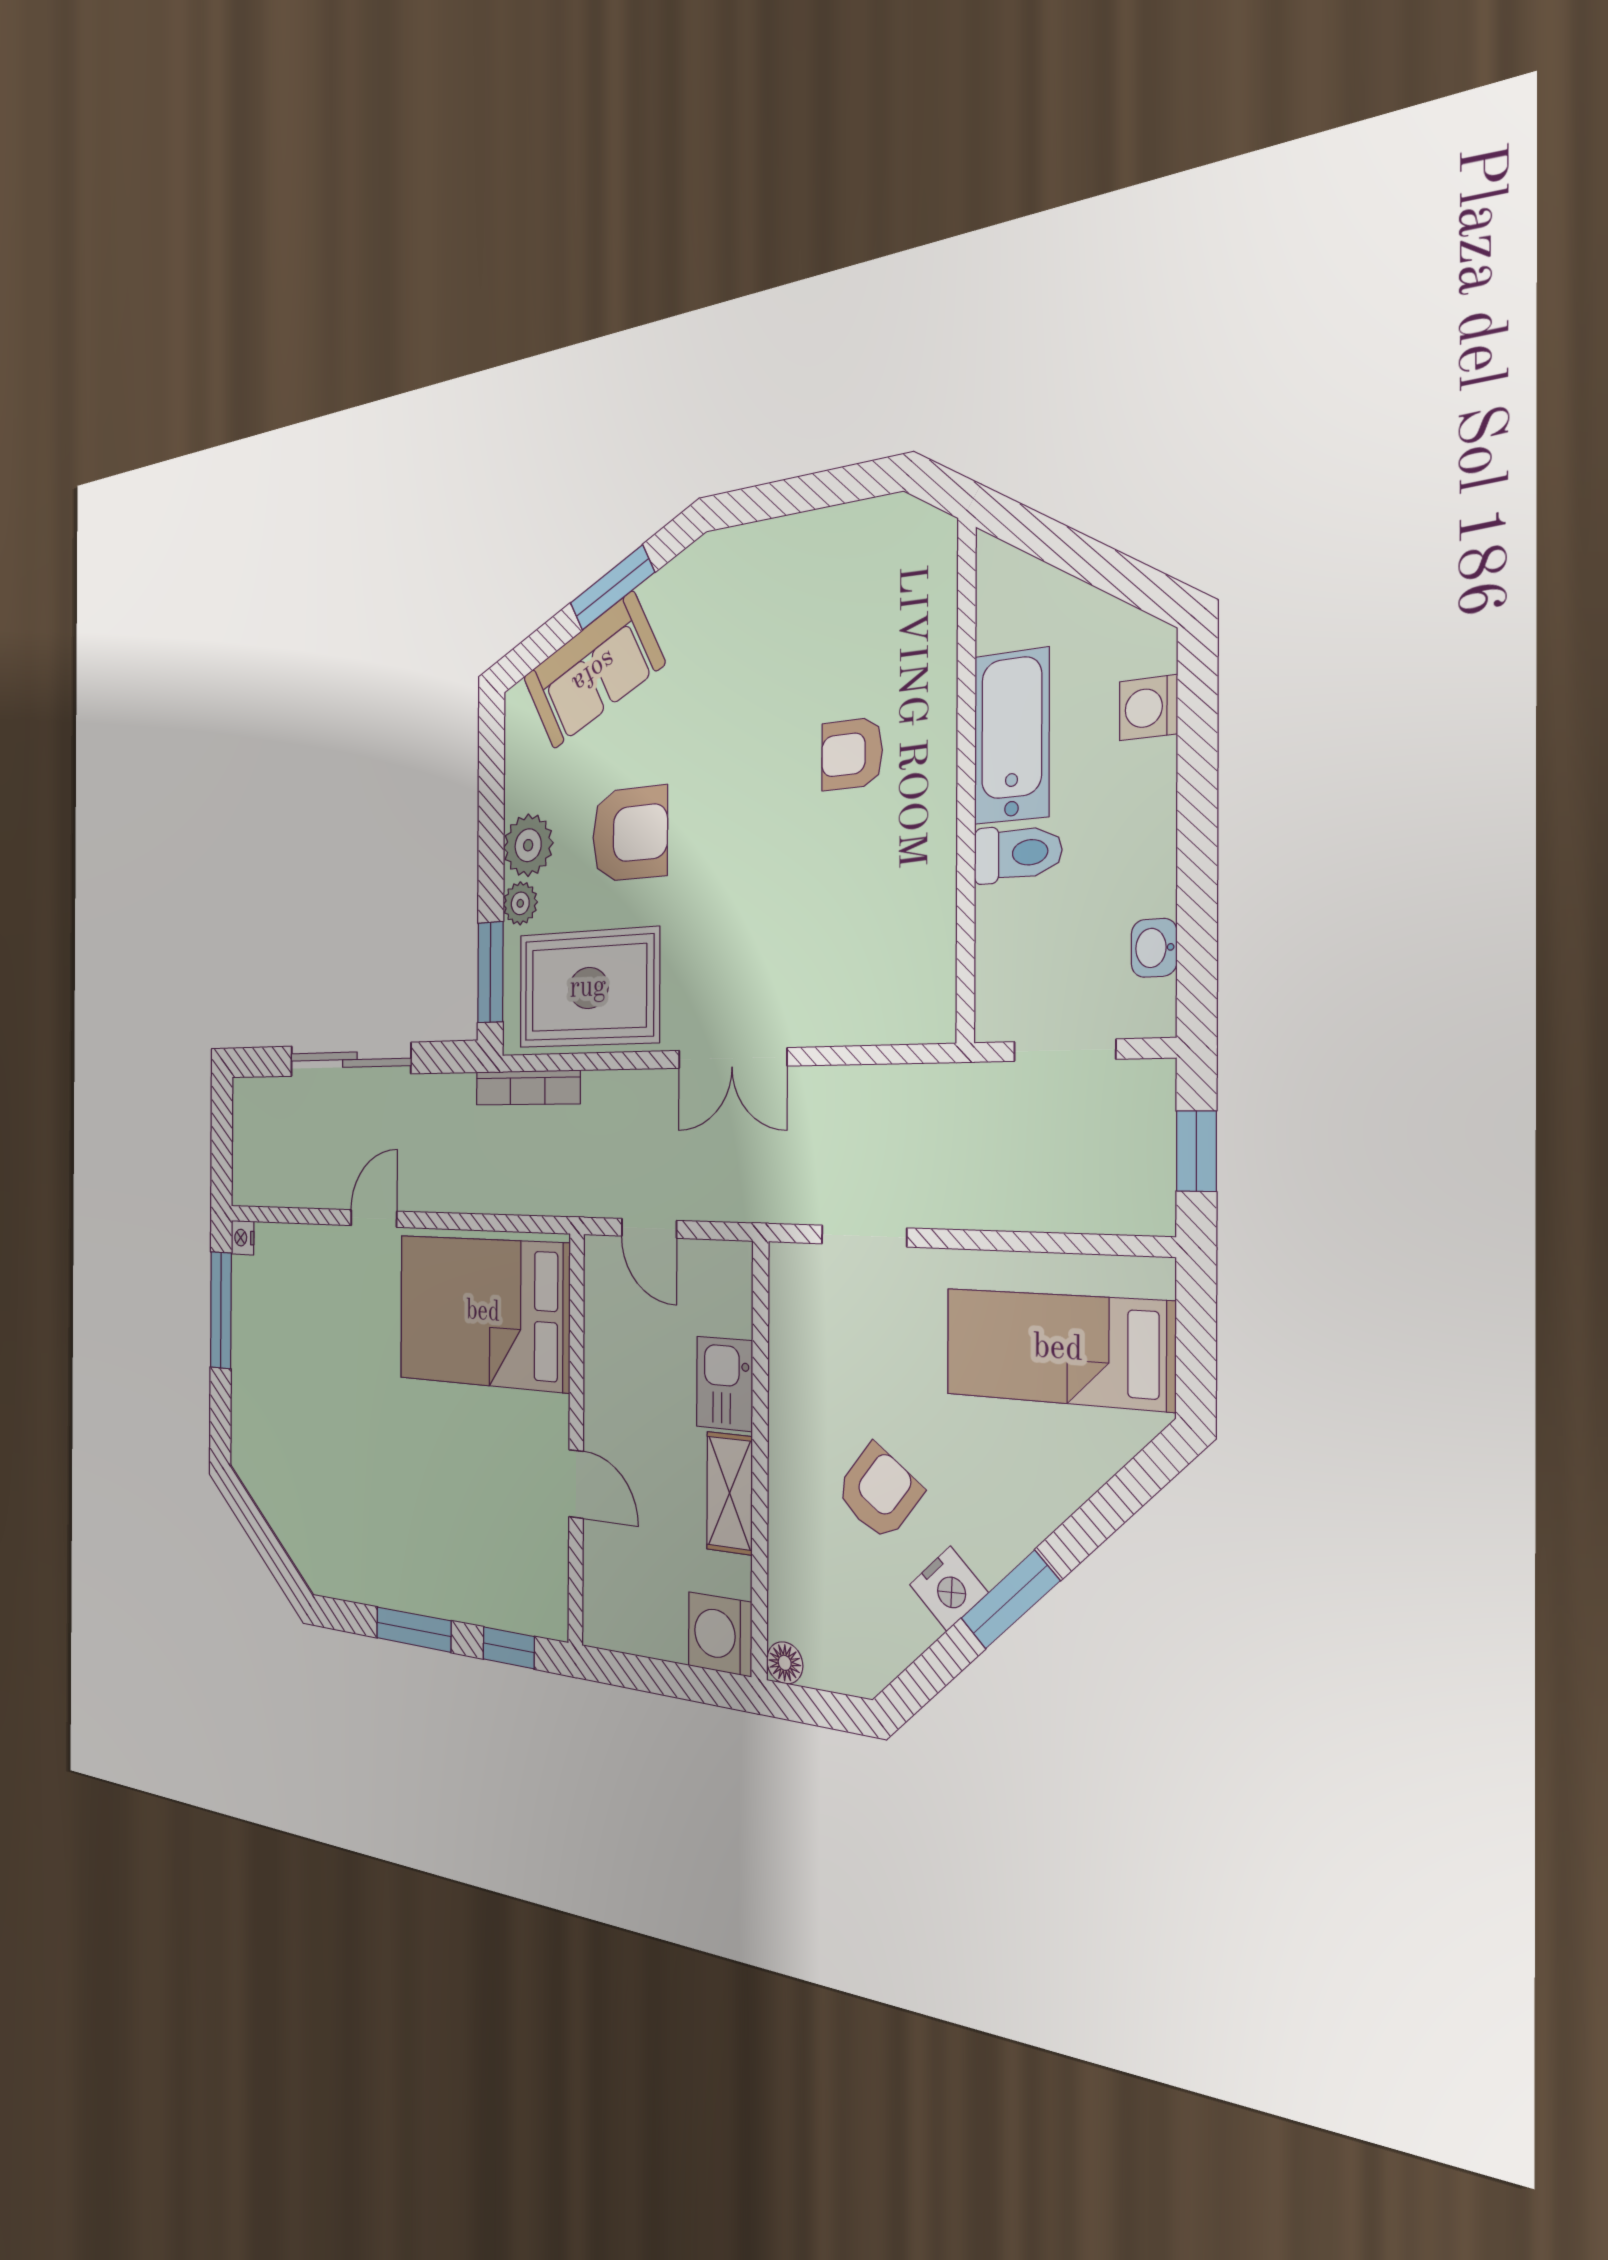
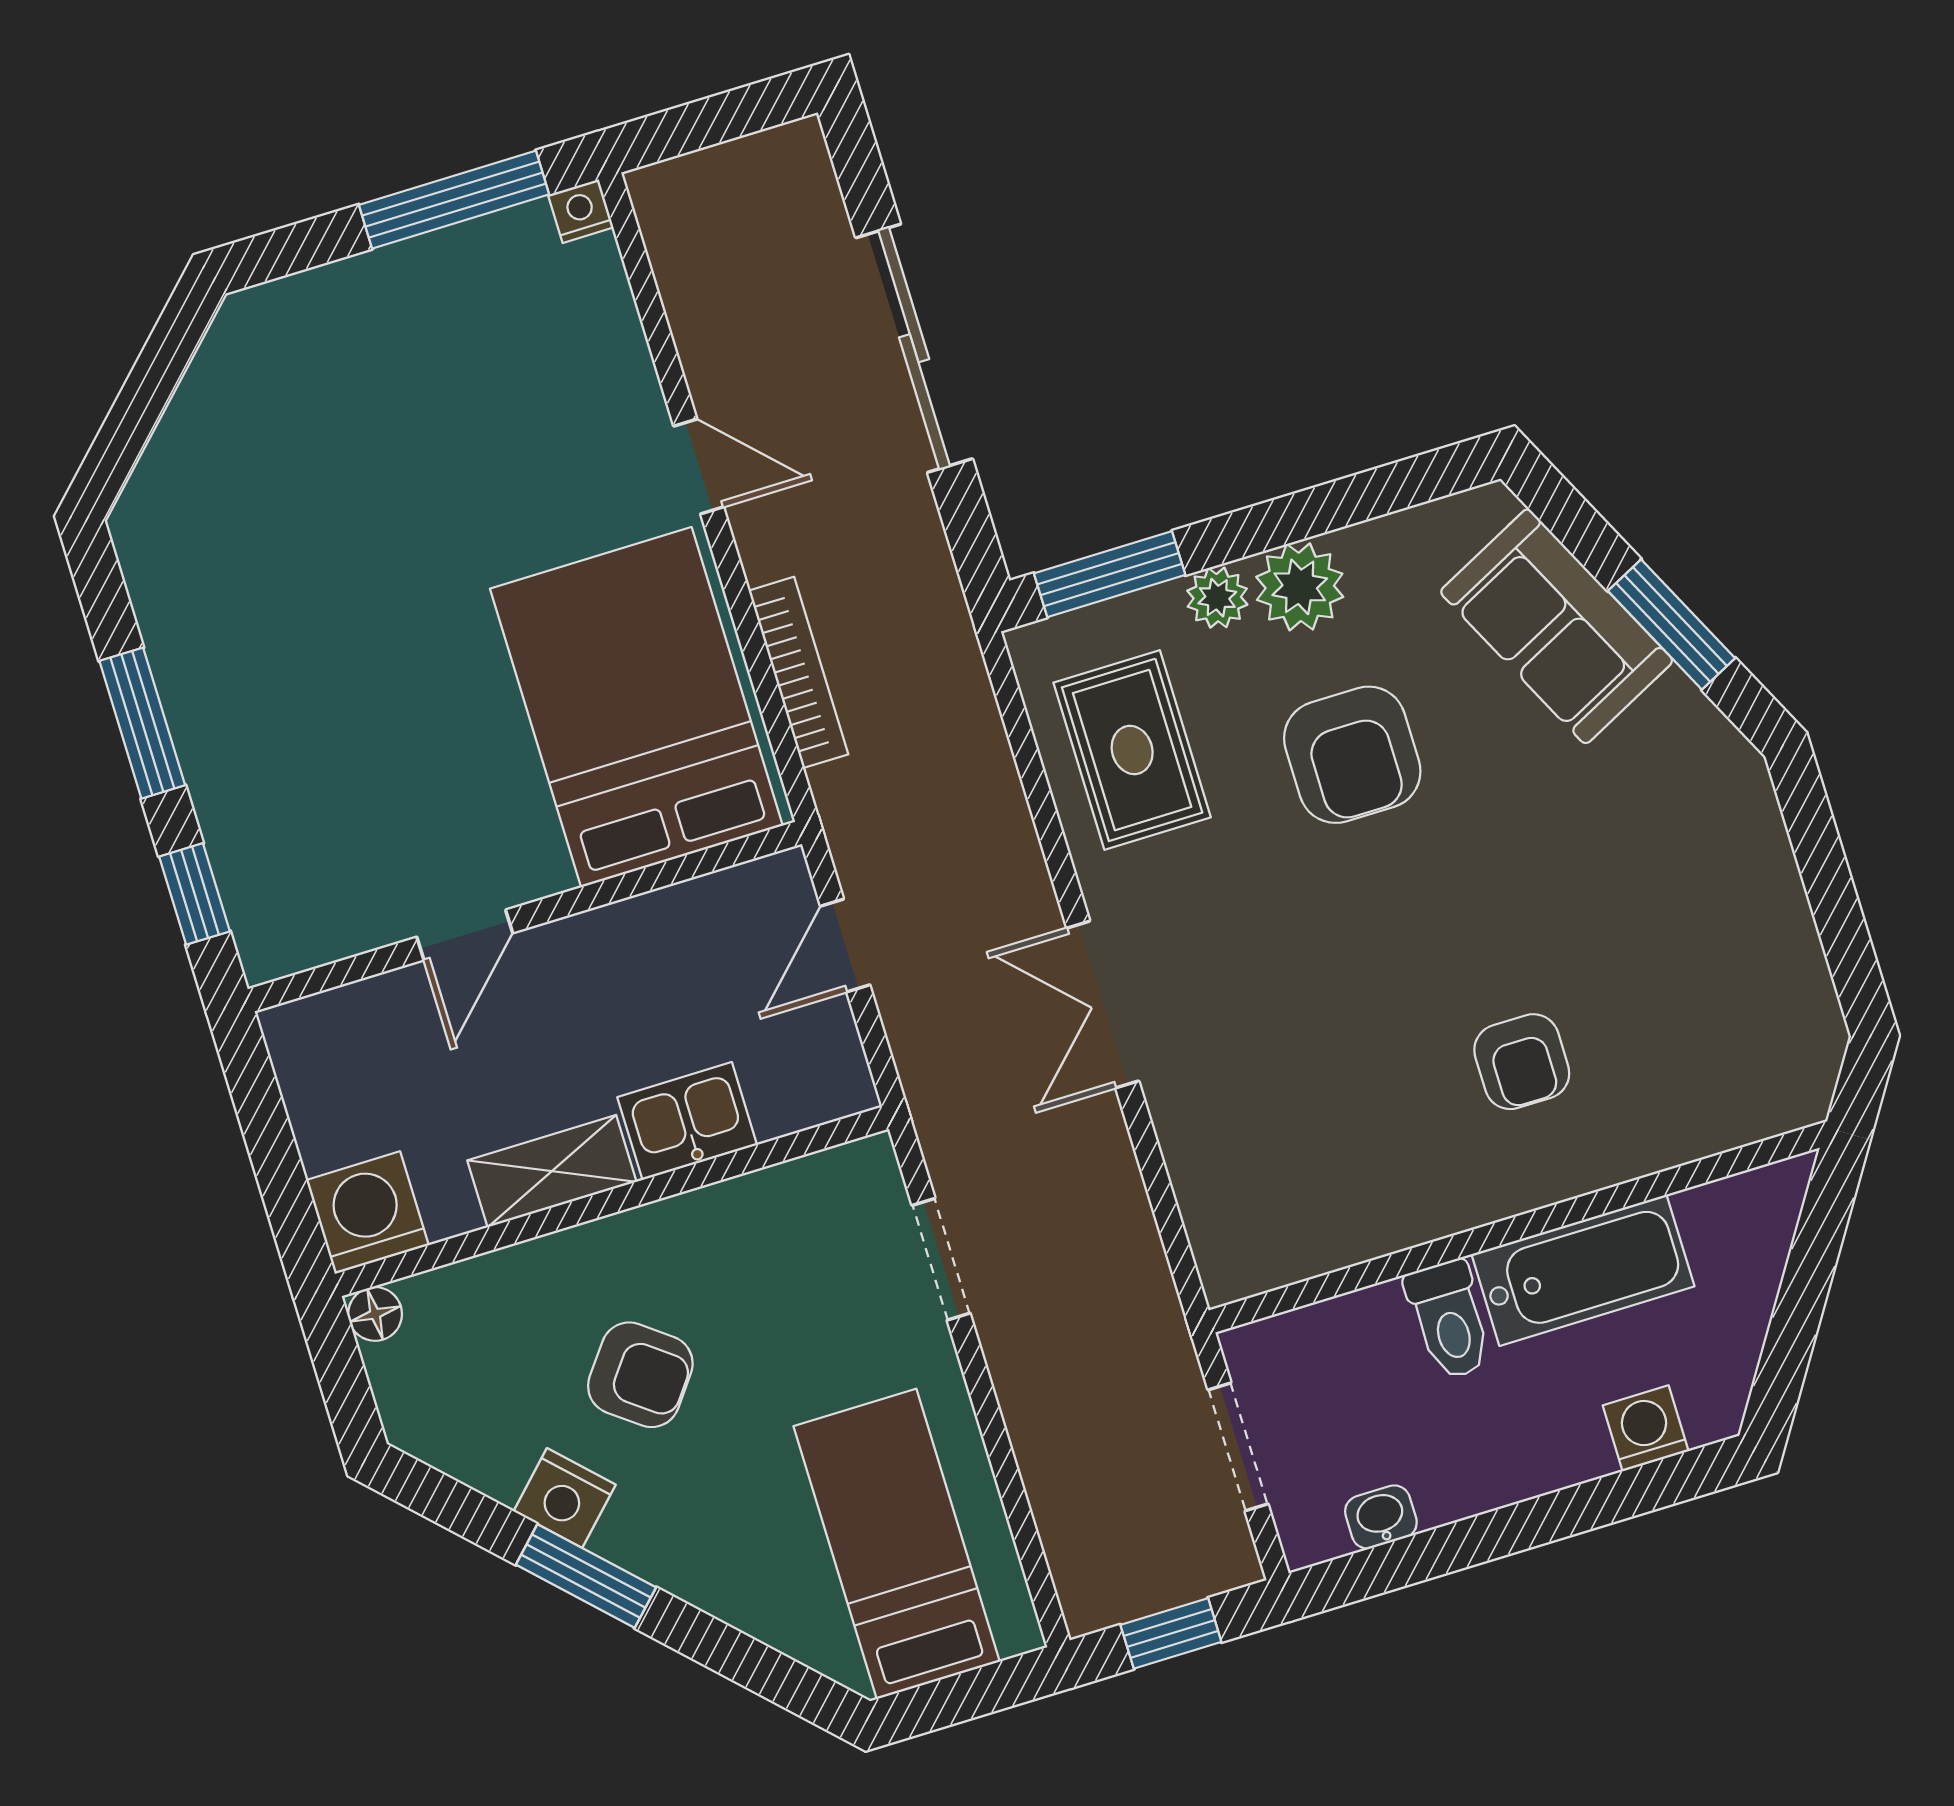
armchair: (852, 754) -> (1522, 1062), turned 180
rug: (588, 988) -> (1132, 750), width x0.73, depth x0.70
bookcase: (528, 1088) -> (798, 672), moved, turned 180

